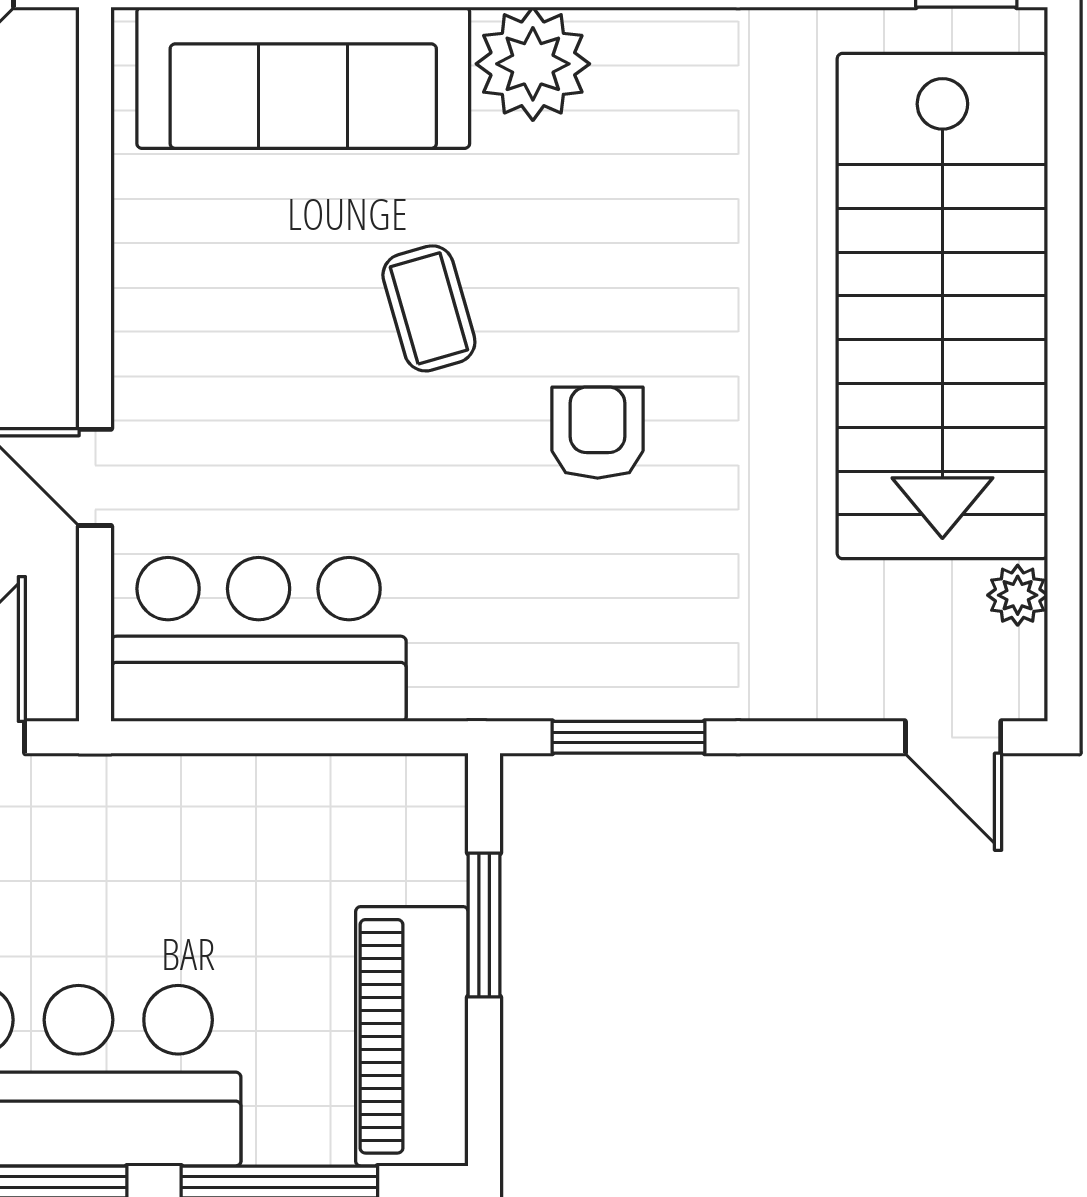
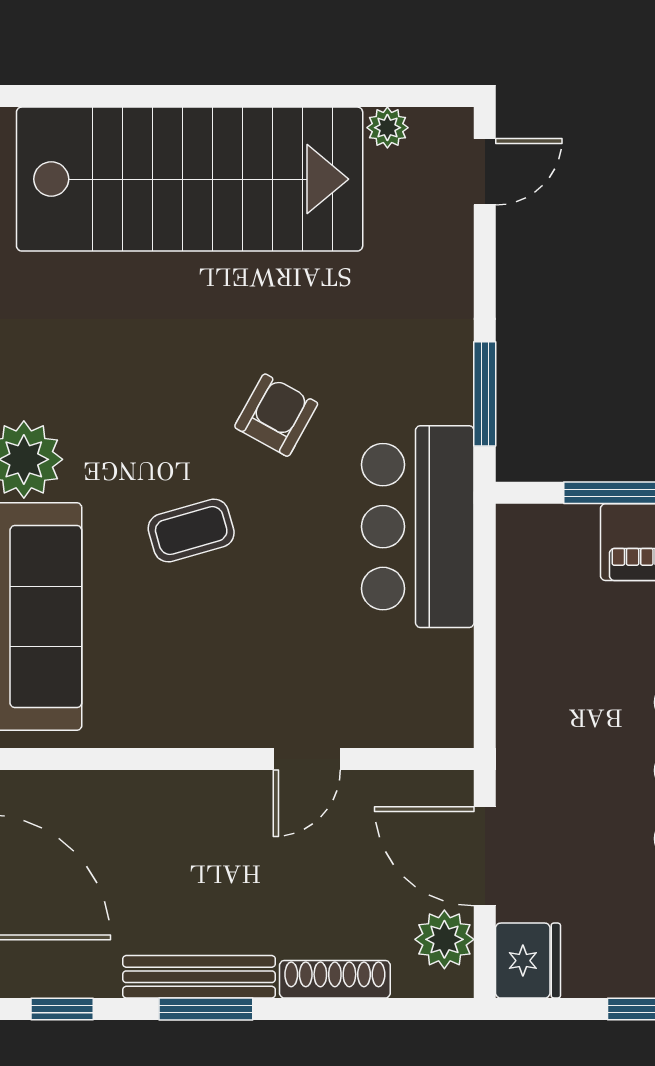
armchair: (598, 433) -> (276, 415), turned 119
bar counter: (259, 639) -> (418, 527), moved

